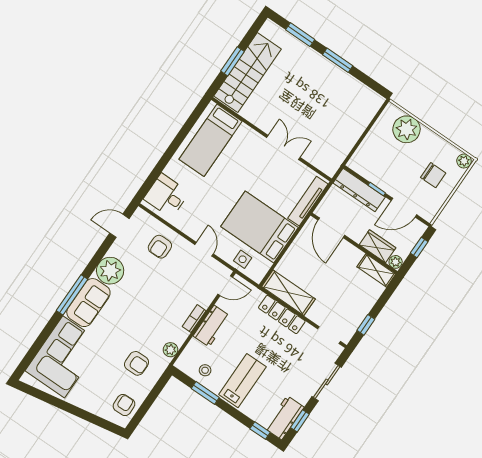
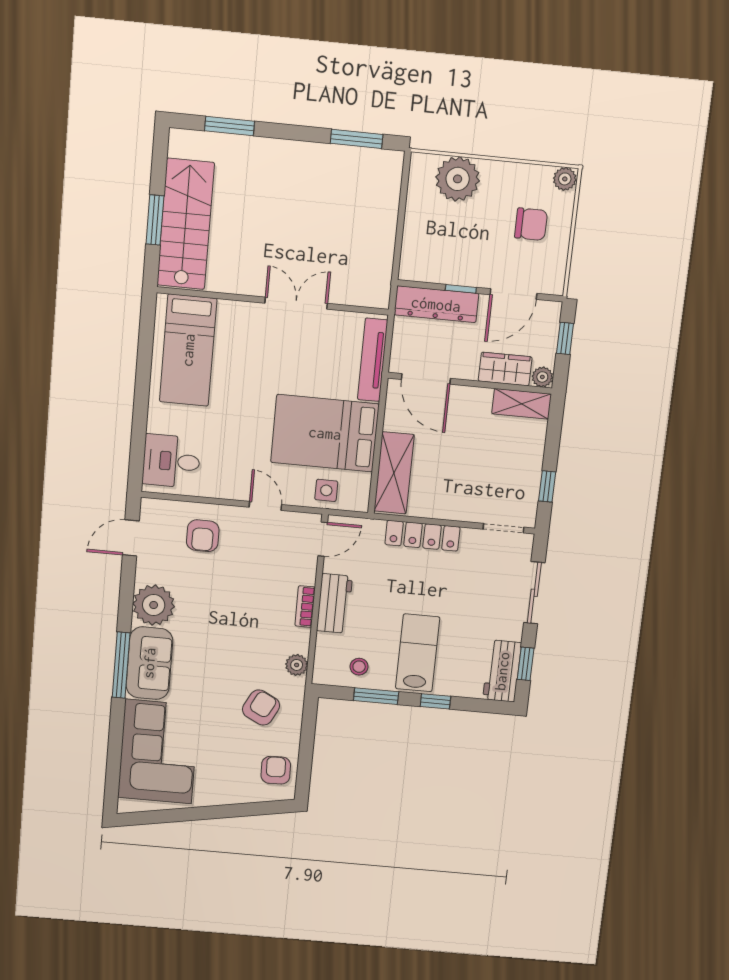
window: (338, 60) -> (357, 139), moved
shelving: (288, 293) -> (394, 473), moved, turned 90
armchair: (137, 363) -> (261, 707), turned -63
window: (260, 431) -> (435, 701), moved

